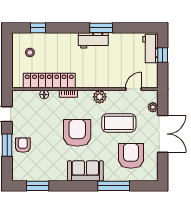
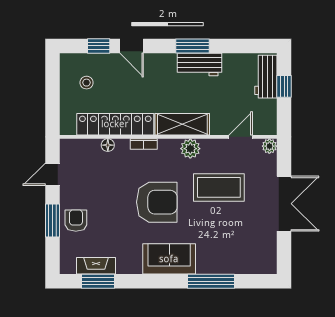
door: (60, 28) -> (132, 46), added
workbench: (93, 40) -> (199, 65), moved
shelving: (94, 80) -> (182, 124), added
plant: (153, 107) -> (269, 146), moved
armchair: (77, 133) -> (157, 202), turned 90
armchair: (131, 156) -> (237, 236), removed
fireplace: (36, 176) -> (96, 266), added

